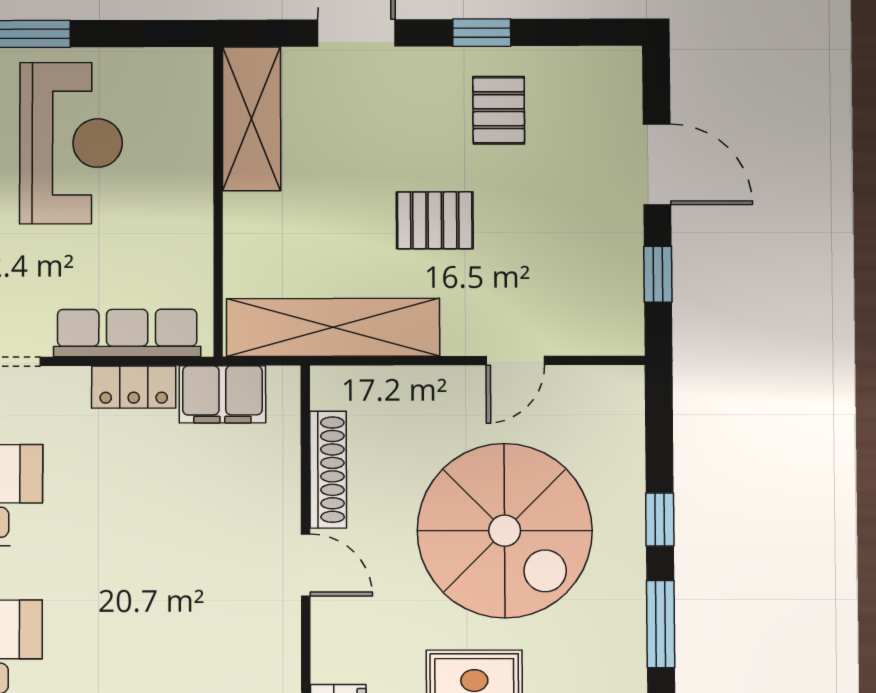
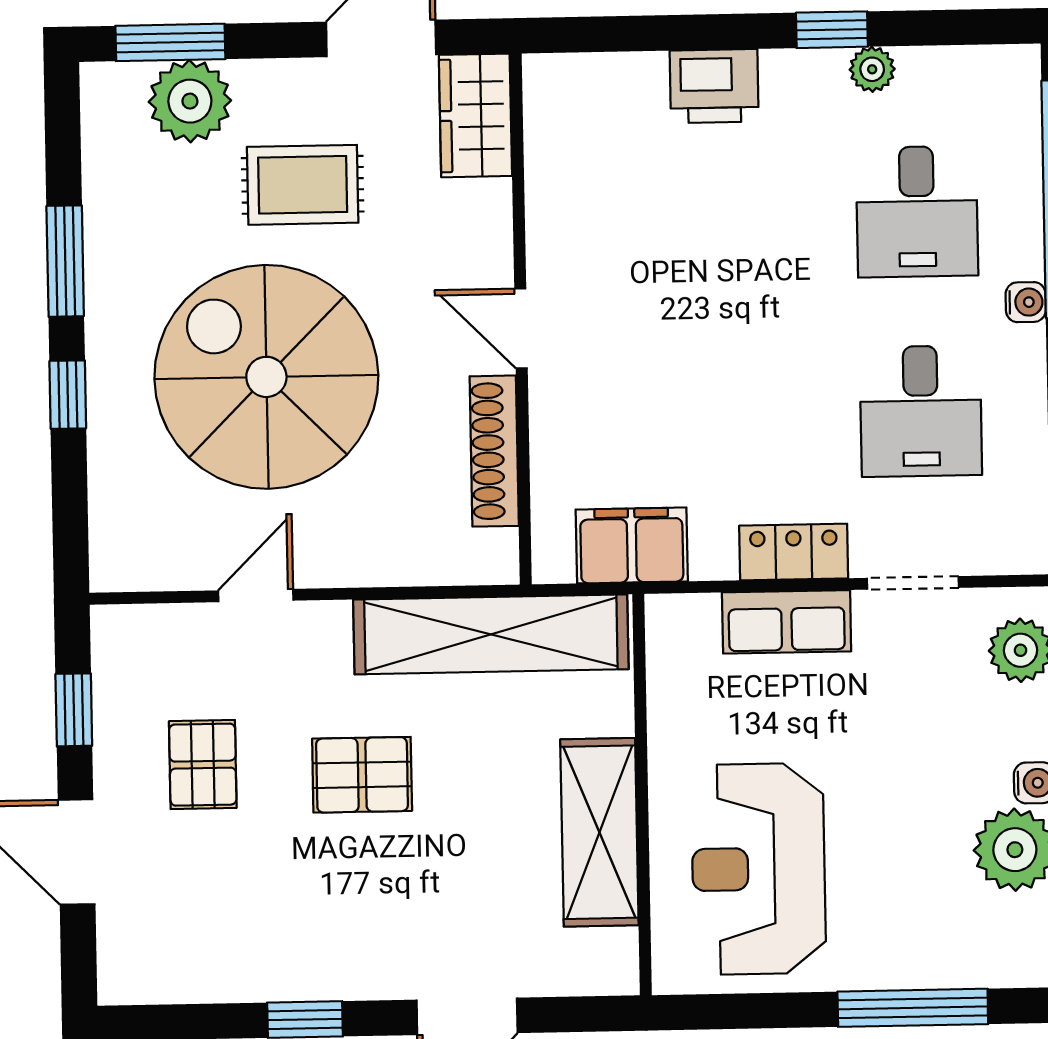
pallet: (499, 110) -> (203, 765), moved
shelving: (252, 119) -> (599, 832), moved
reception desk: (71, 143) -> (758, 869), moved
row of seats: (127, 333) -> (787, 622), width x0.68
locker: (134, 387) -> (794, 552), moved

